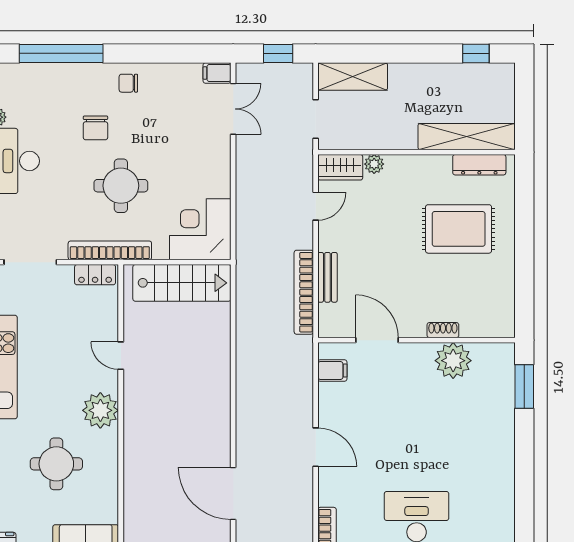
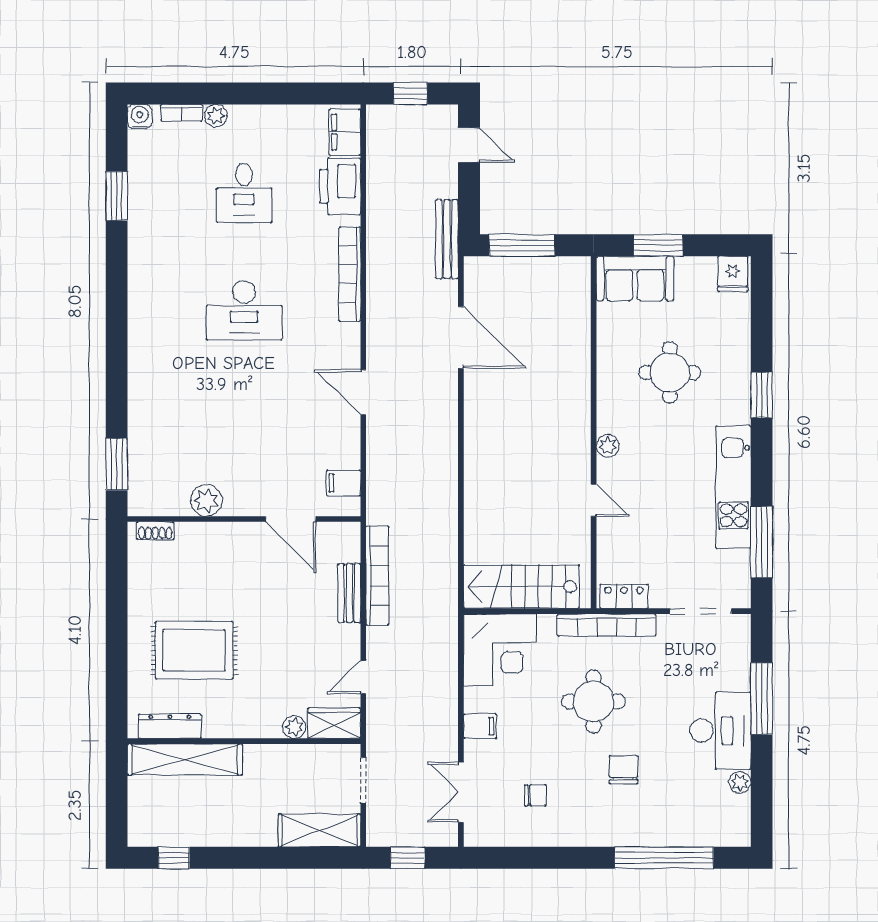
filing cabinet: (217, 73) -> (480, 726), moved
chair: (128, 83) -> (535, 795), moved
shoe rack: (443, 330) -> (155, 531), moved
plant: (453, 361) -> (206, 500), width x0.73, depth x0.73
plant: (100, 410) -> (608, 446), width x0.53, depth x0.53

